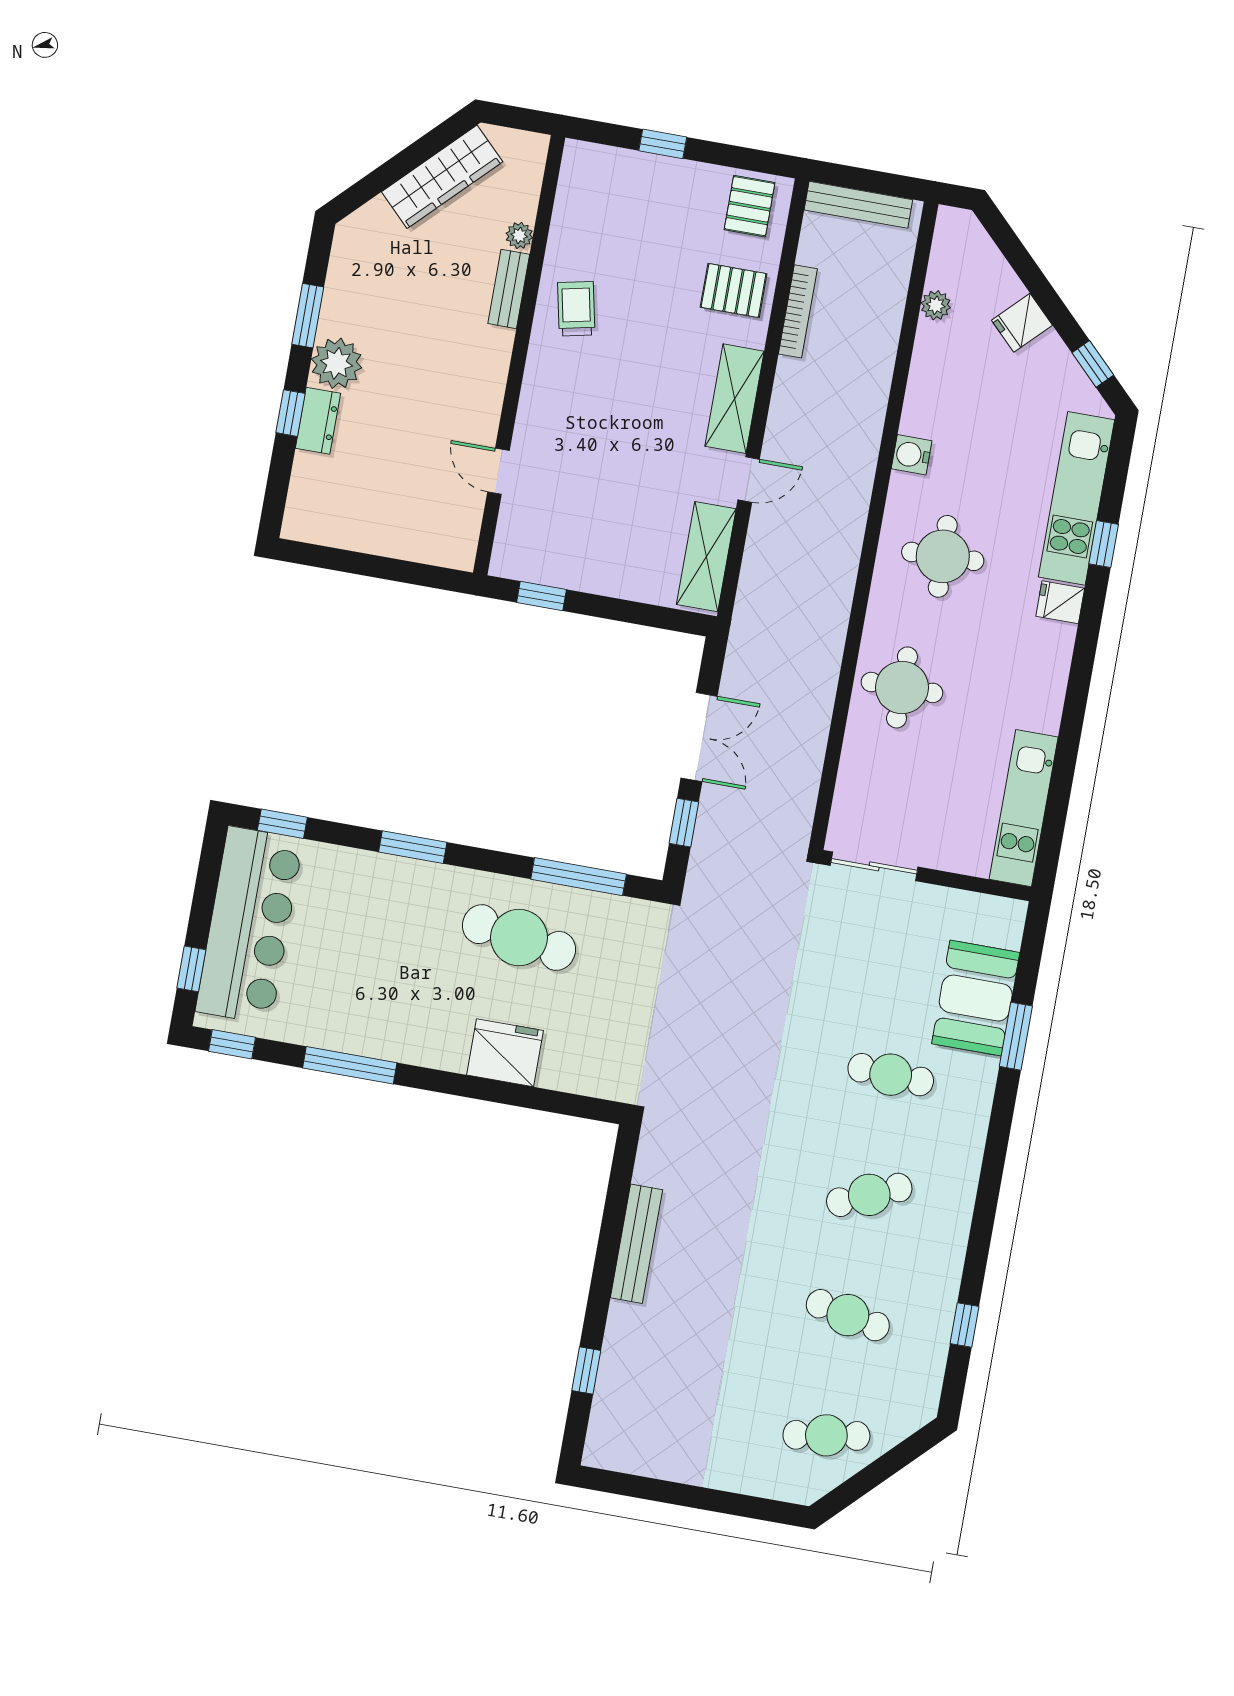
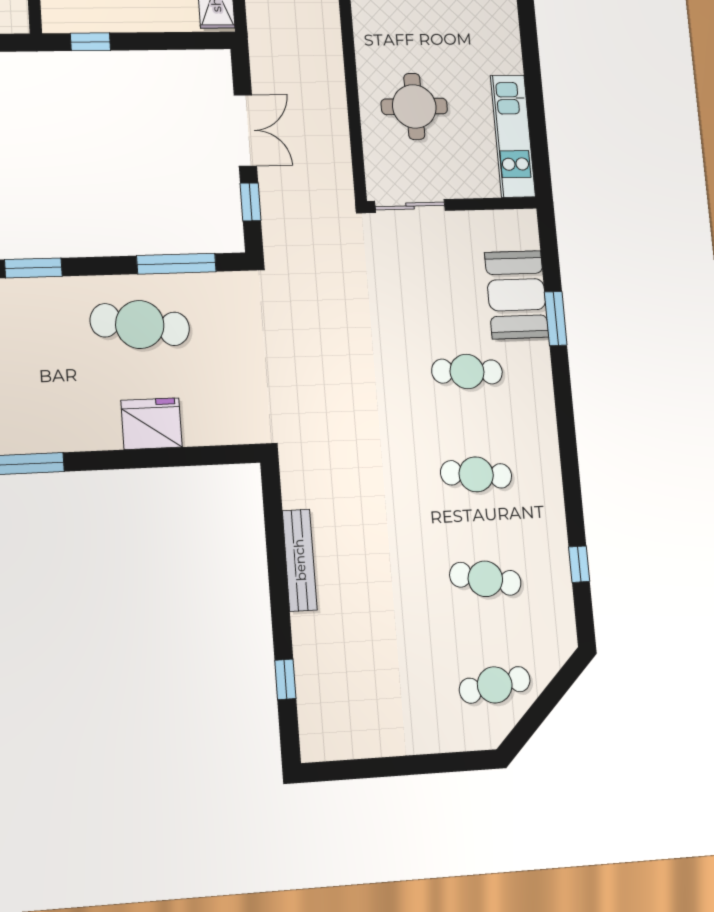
round table: (902, 687) -> (414, 106), moved
cafe table: (869, 1195) -> (476, 474), turned 30

